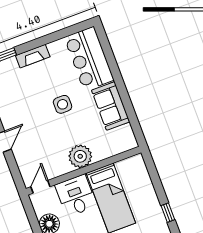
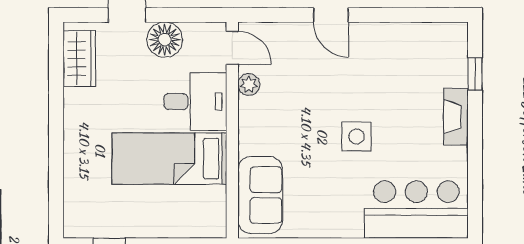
sofa: (111, 106) -> (260, 195), moved, turned 90
plant: (80, 156) -> (249, 85), moved, width x0.53, depth x0.53

